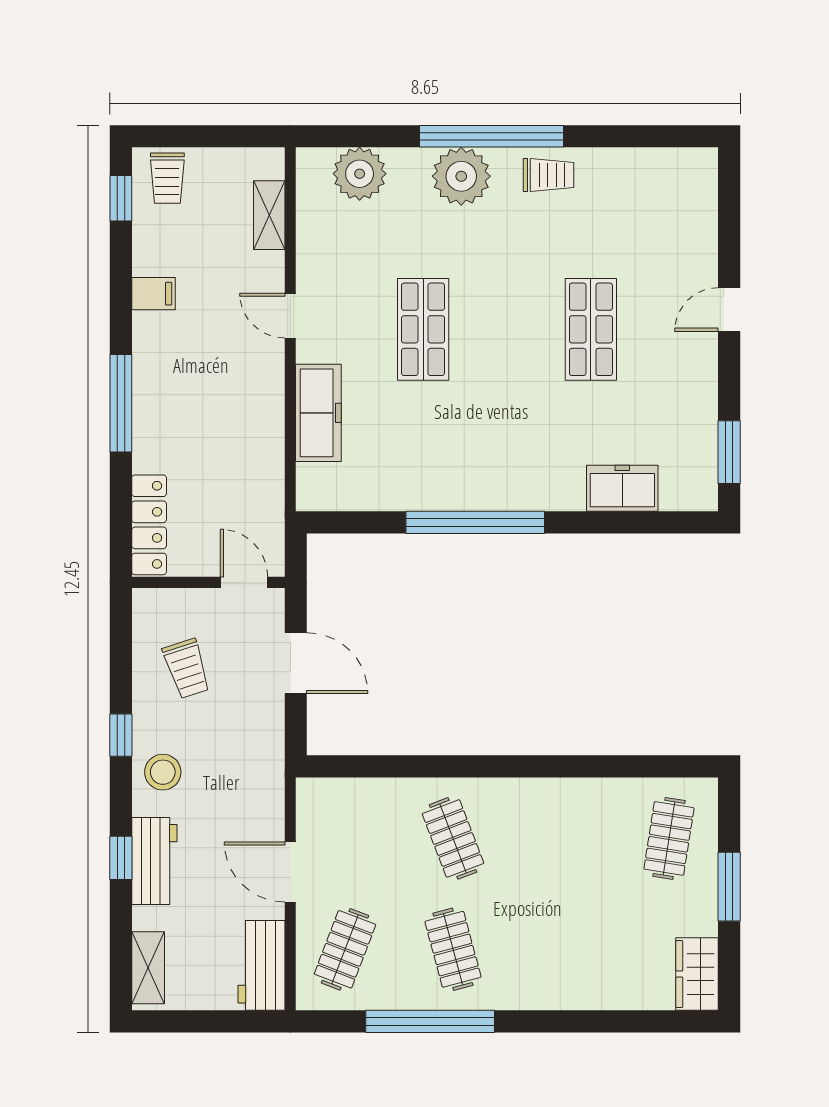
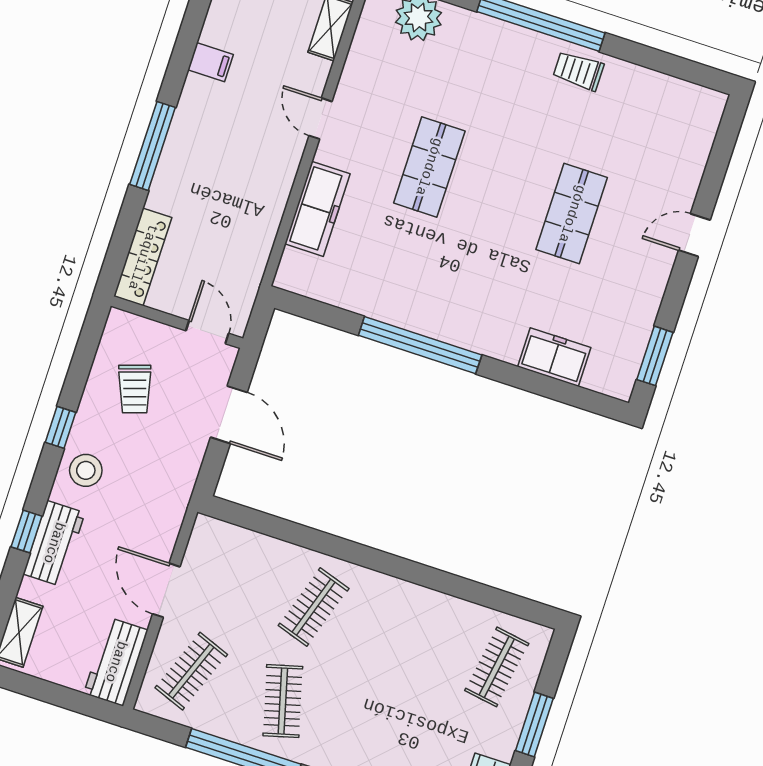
trolley: (548, 175) -> (578, 71), turned 180
plant: (461, 176) -> (504, 48), removed
clothes rail: (453, 838) -> (314, 607), turned 39

